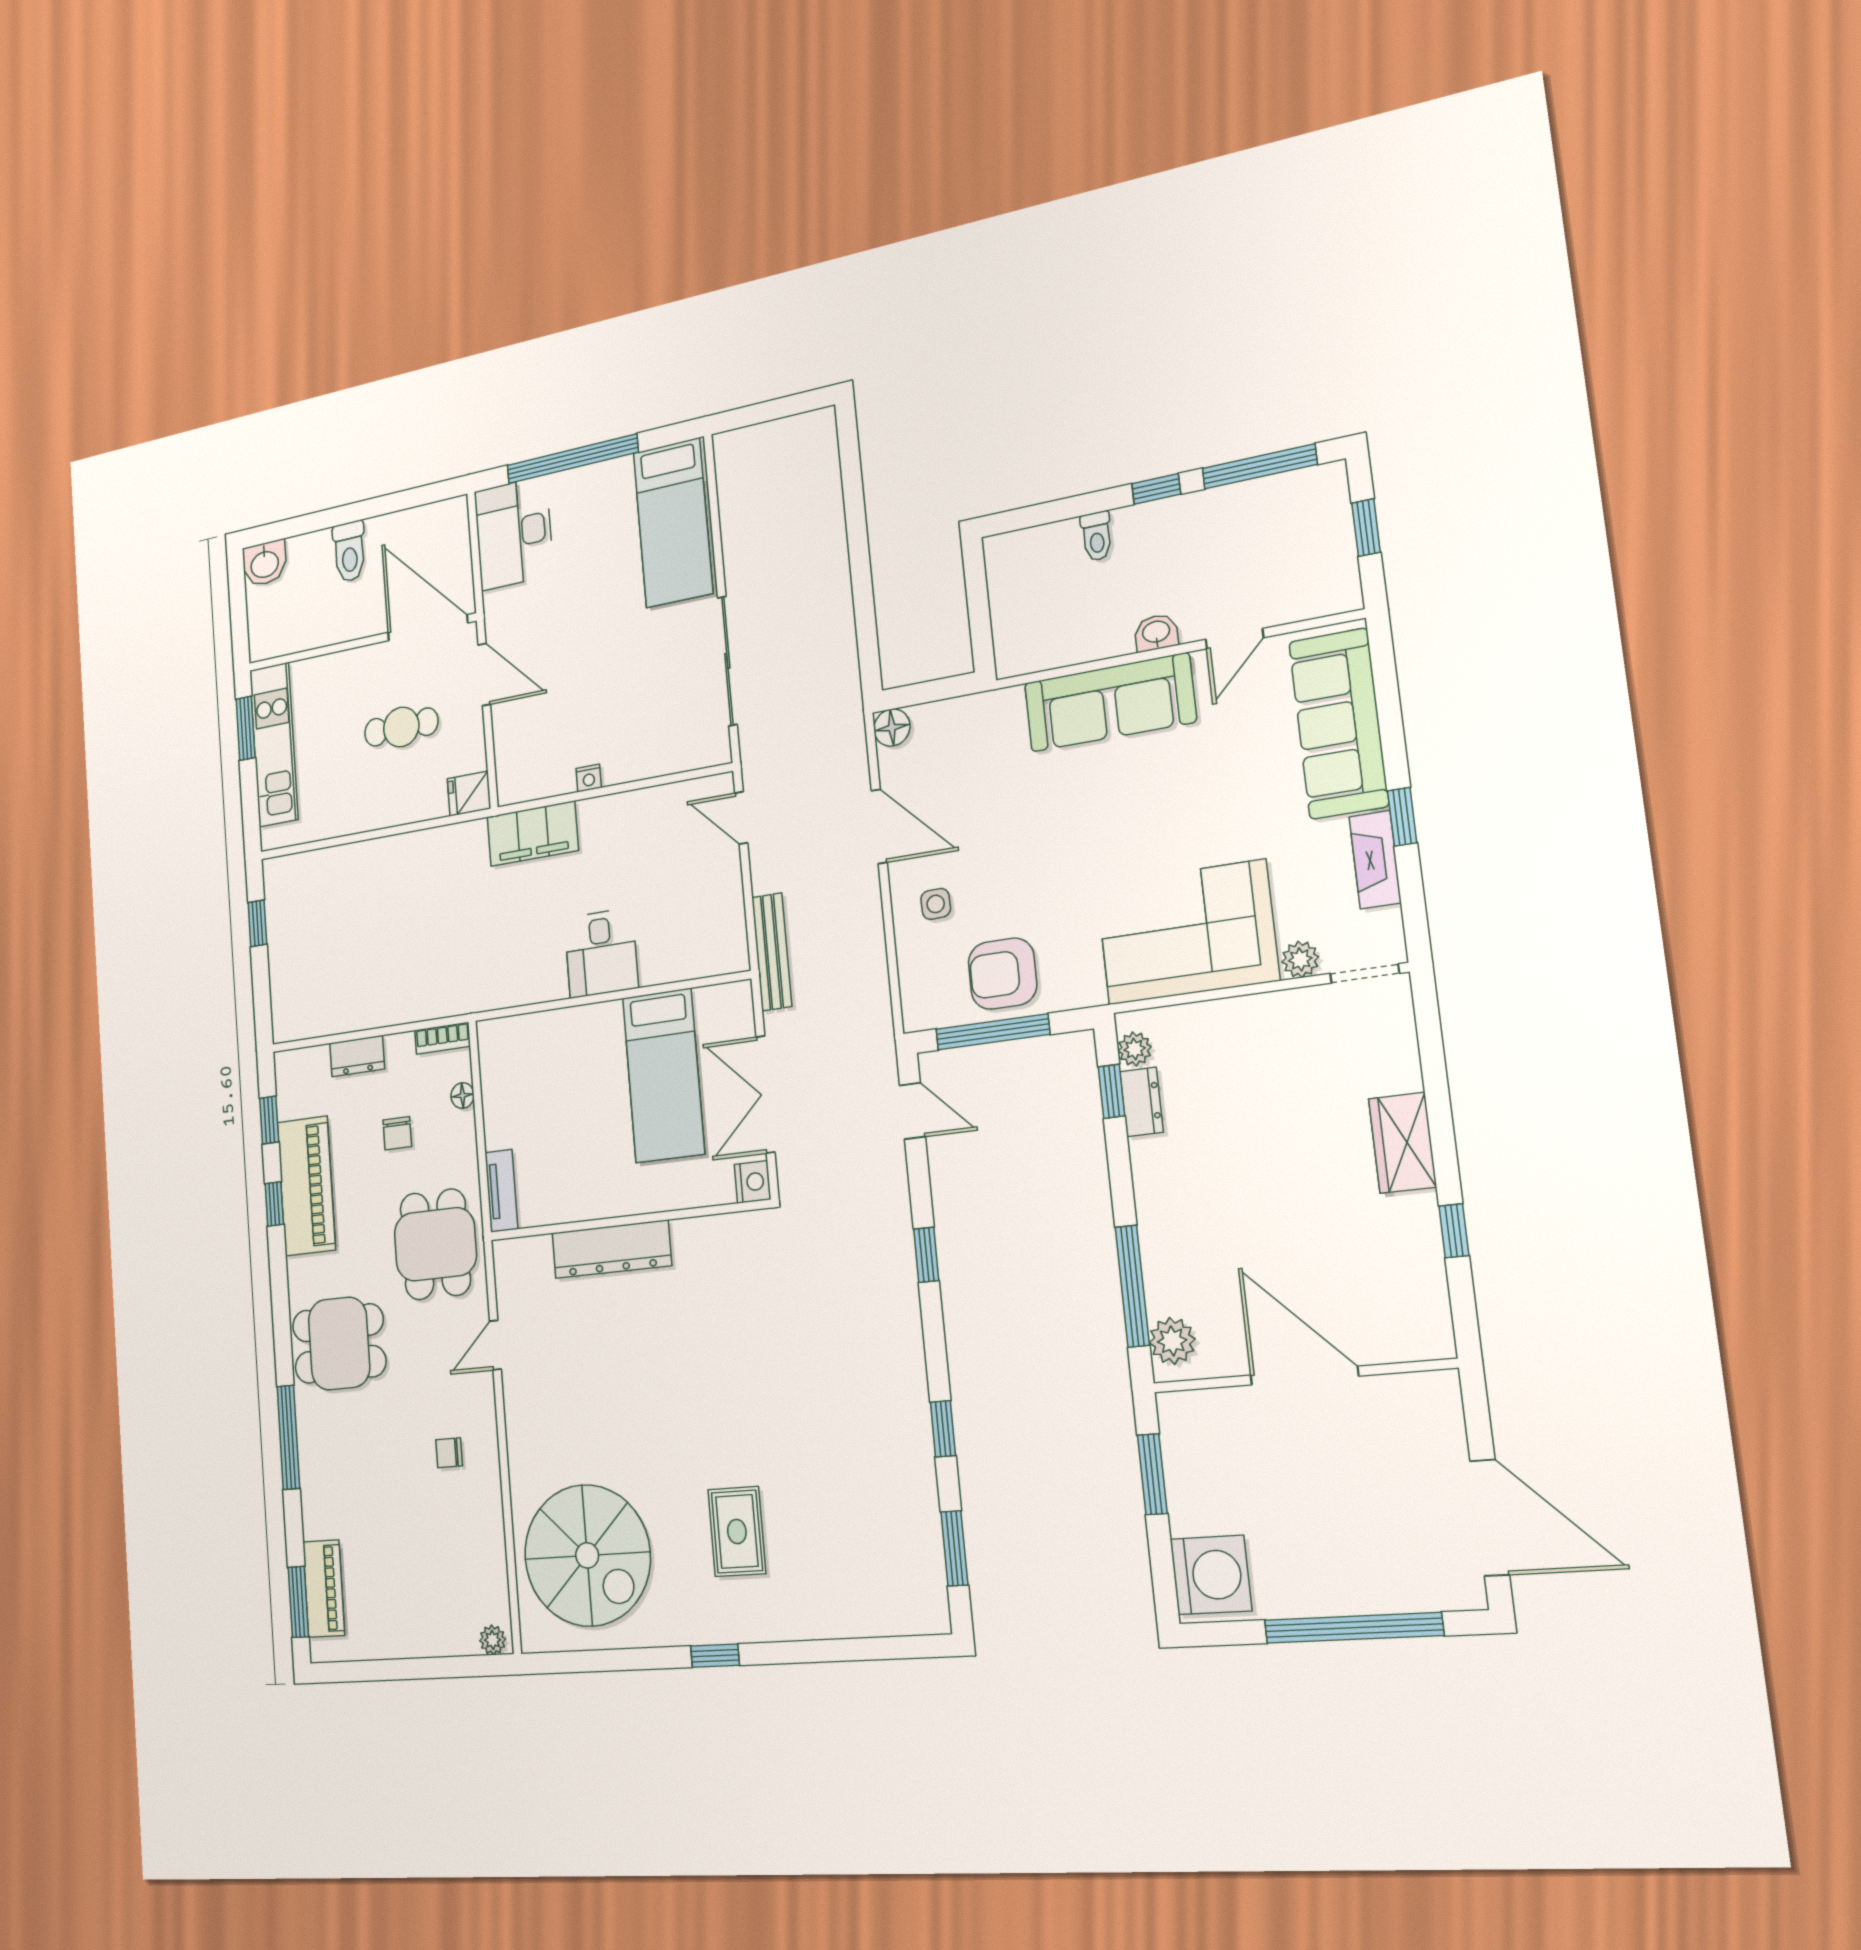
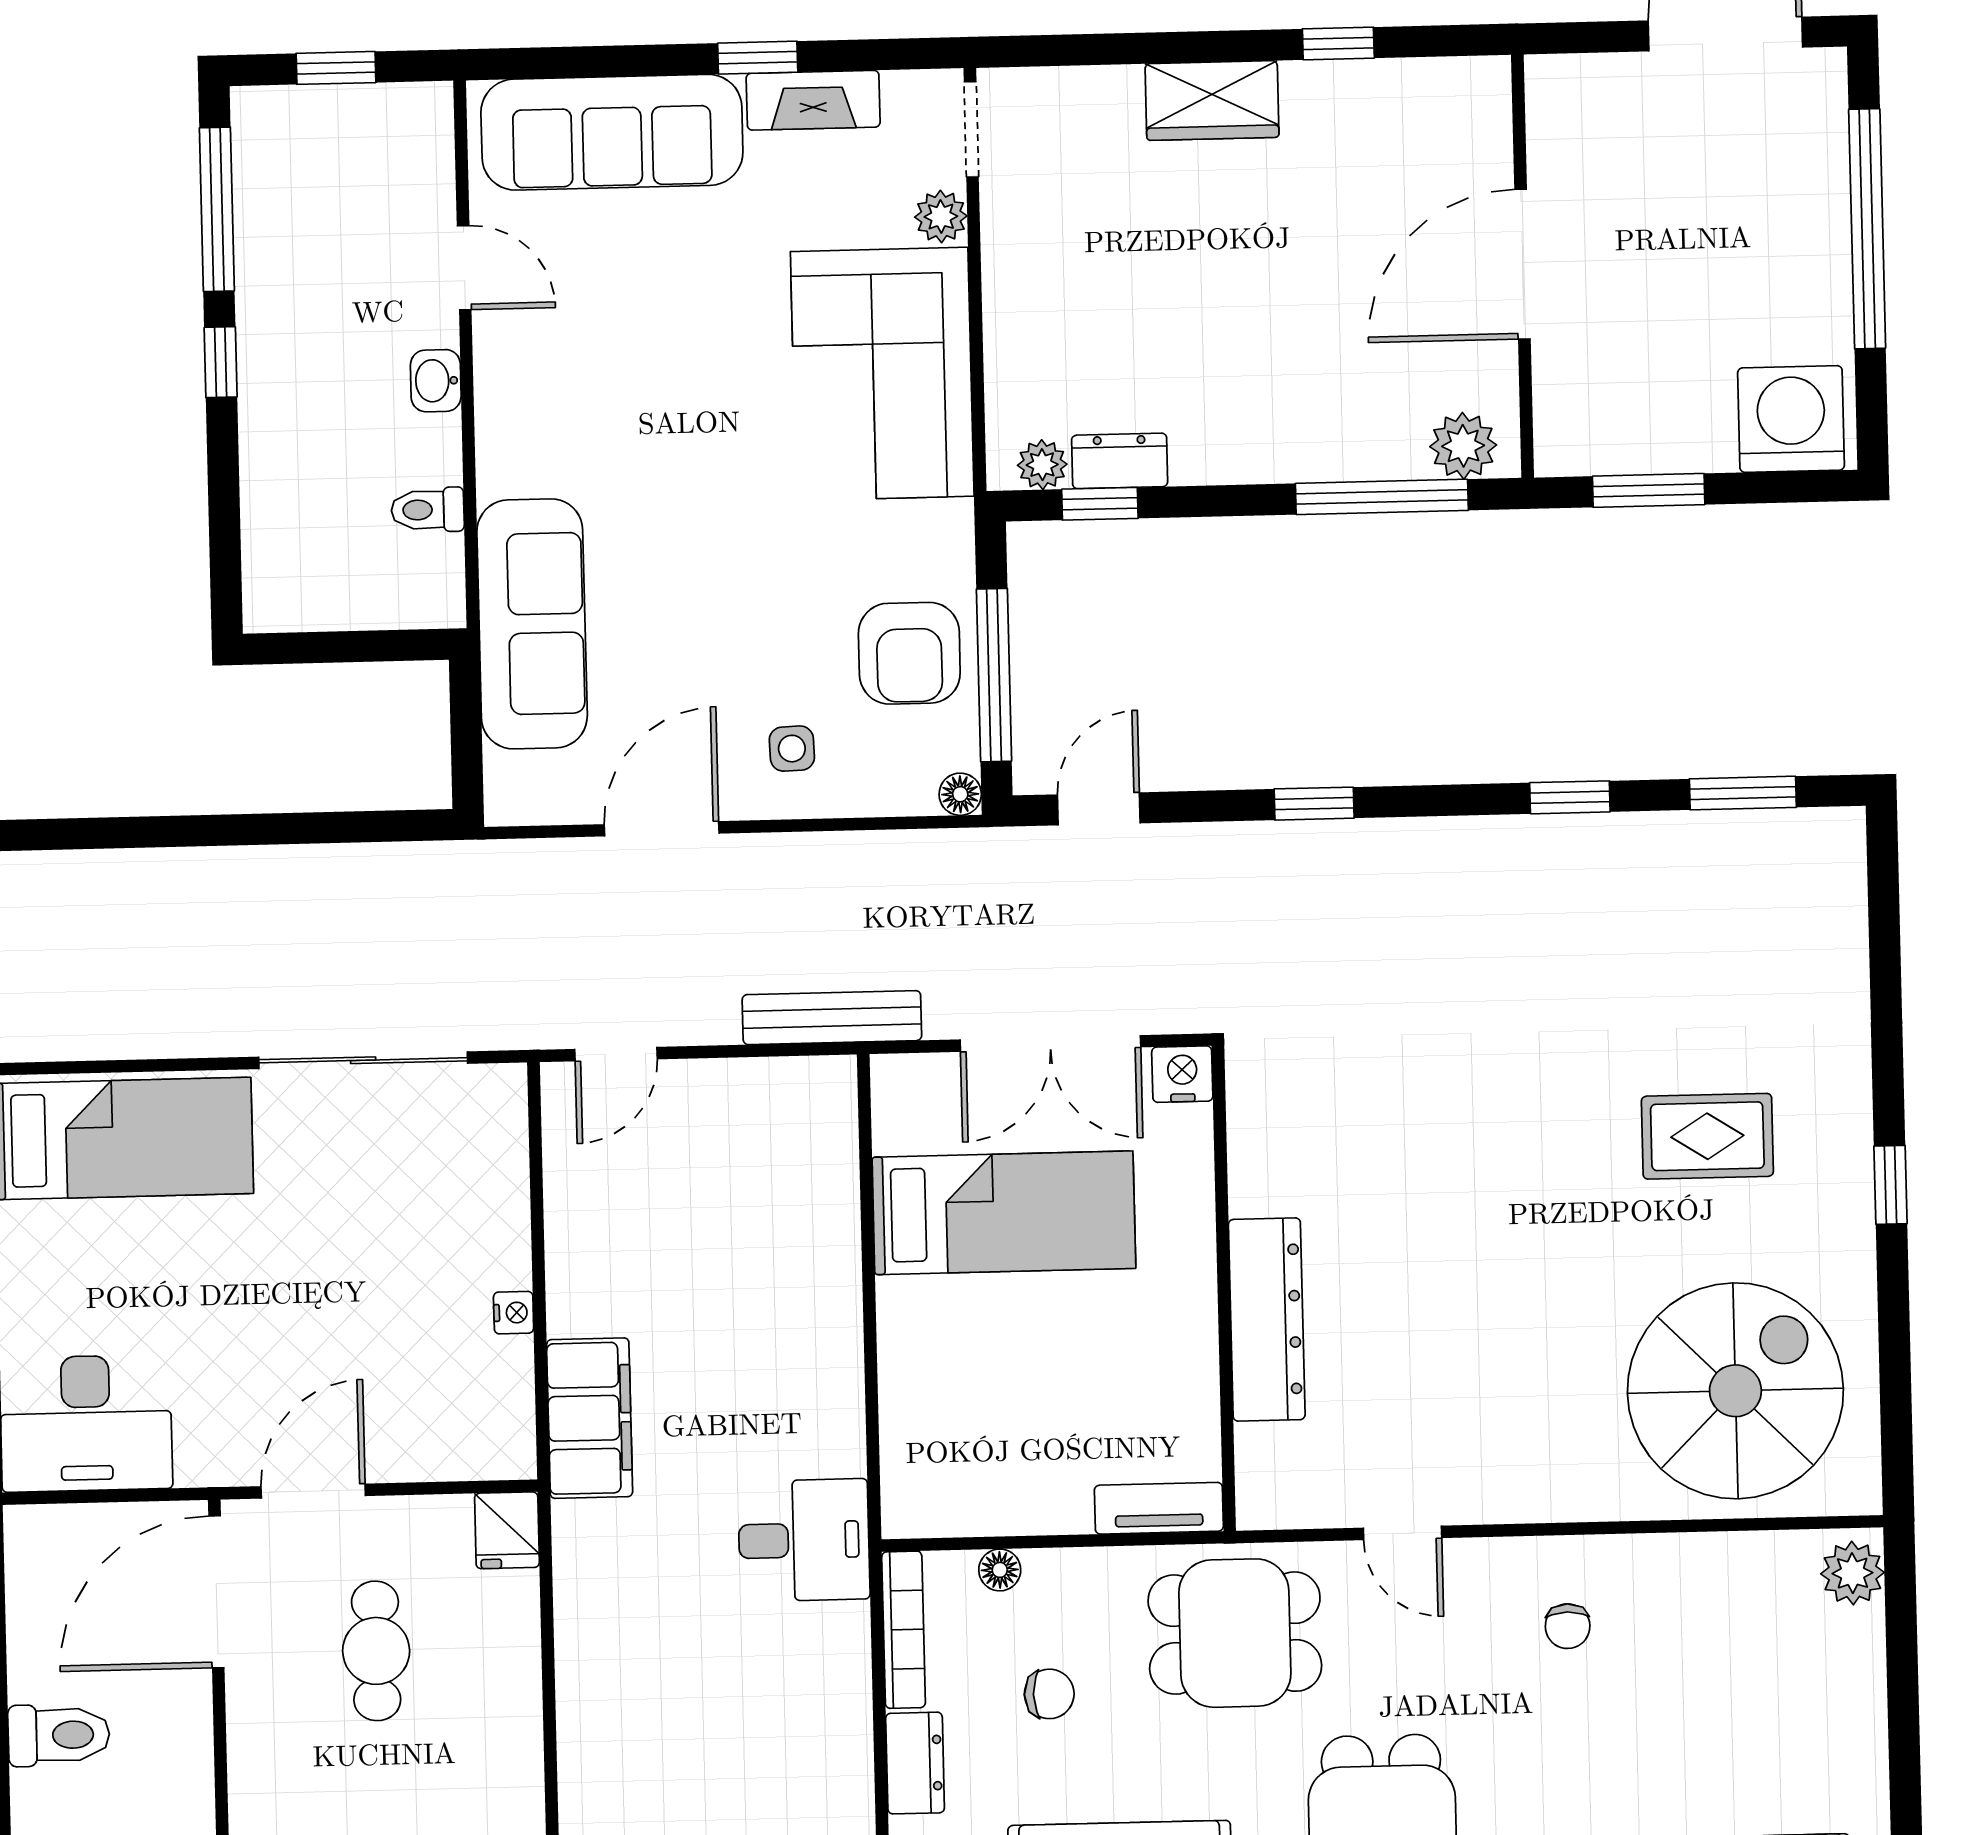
toilet: (1096, 536) -> (428, 510), moved, turned 180
sofa: (1110, 702) -> (532, 624), moved
floor lamp: (892, 728) -> (960, 794), moved, width x0.73, depth x0.73
desk: (601, 953) -> (804, 1540), moved
bookcase: (443, 1038) -> (904, 1630), width x1.56
plant: (493, 1640) -> (1852, 1573), width x1.38, depth x1.38

